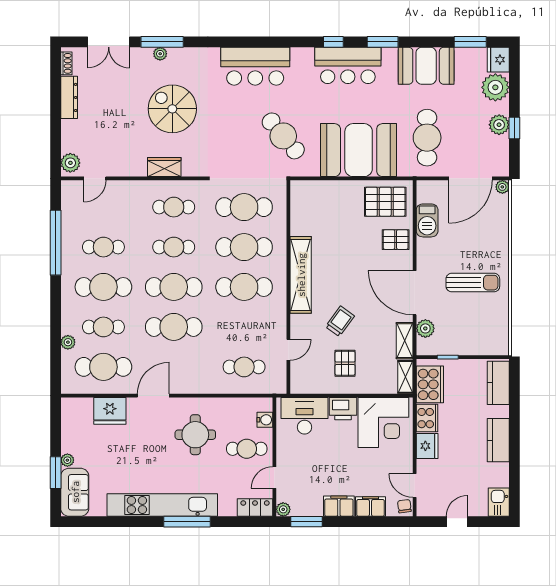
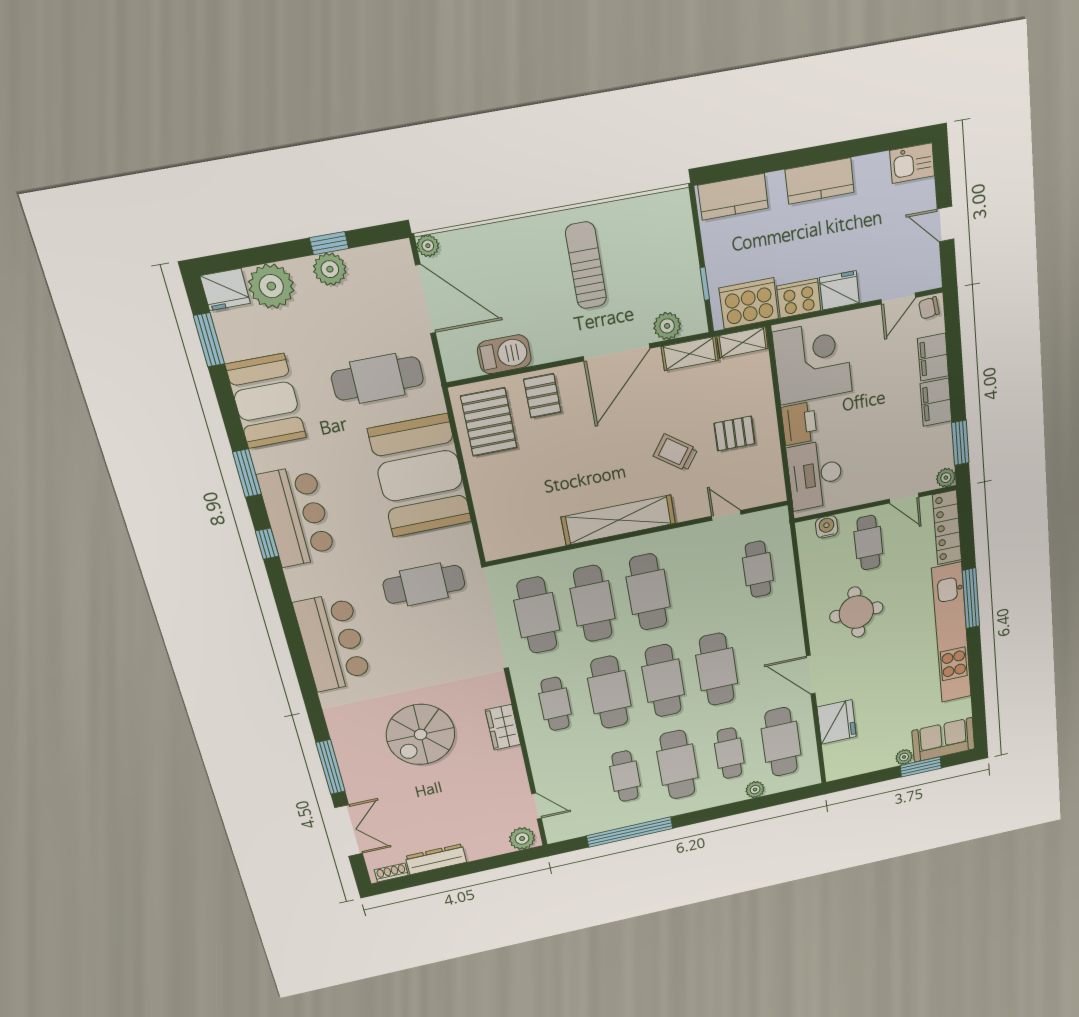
plant: (160, 54) -> (348, 766), removed
cafe table: (283, 136) -> (424, 584), turned 40
cafe table: (174, 247) -> (609, 692), width x1.37, depth x1.35
locker: (255, 507) -> (947, 528), width x1.53

